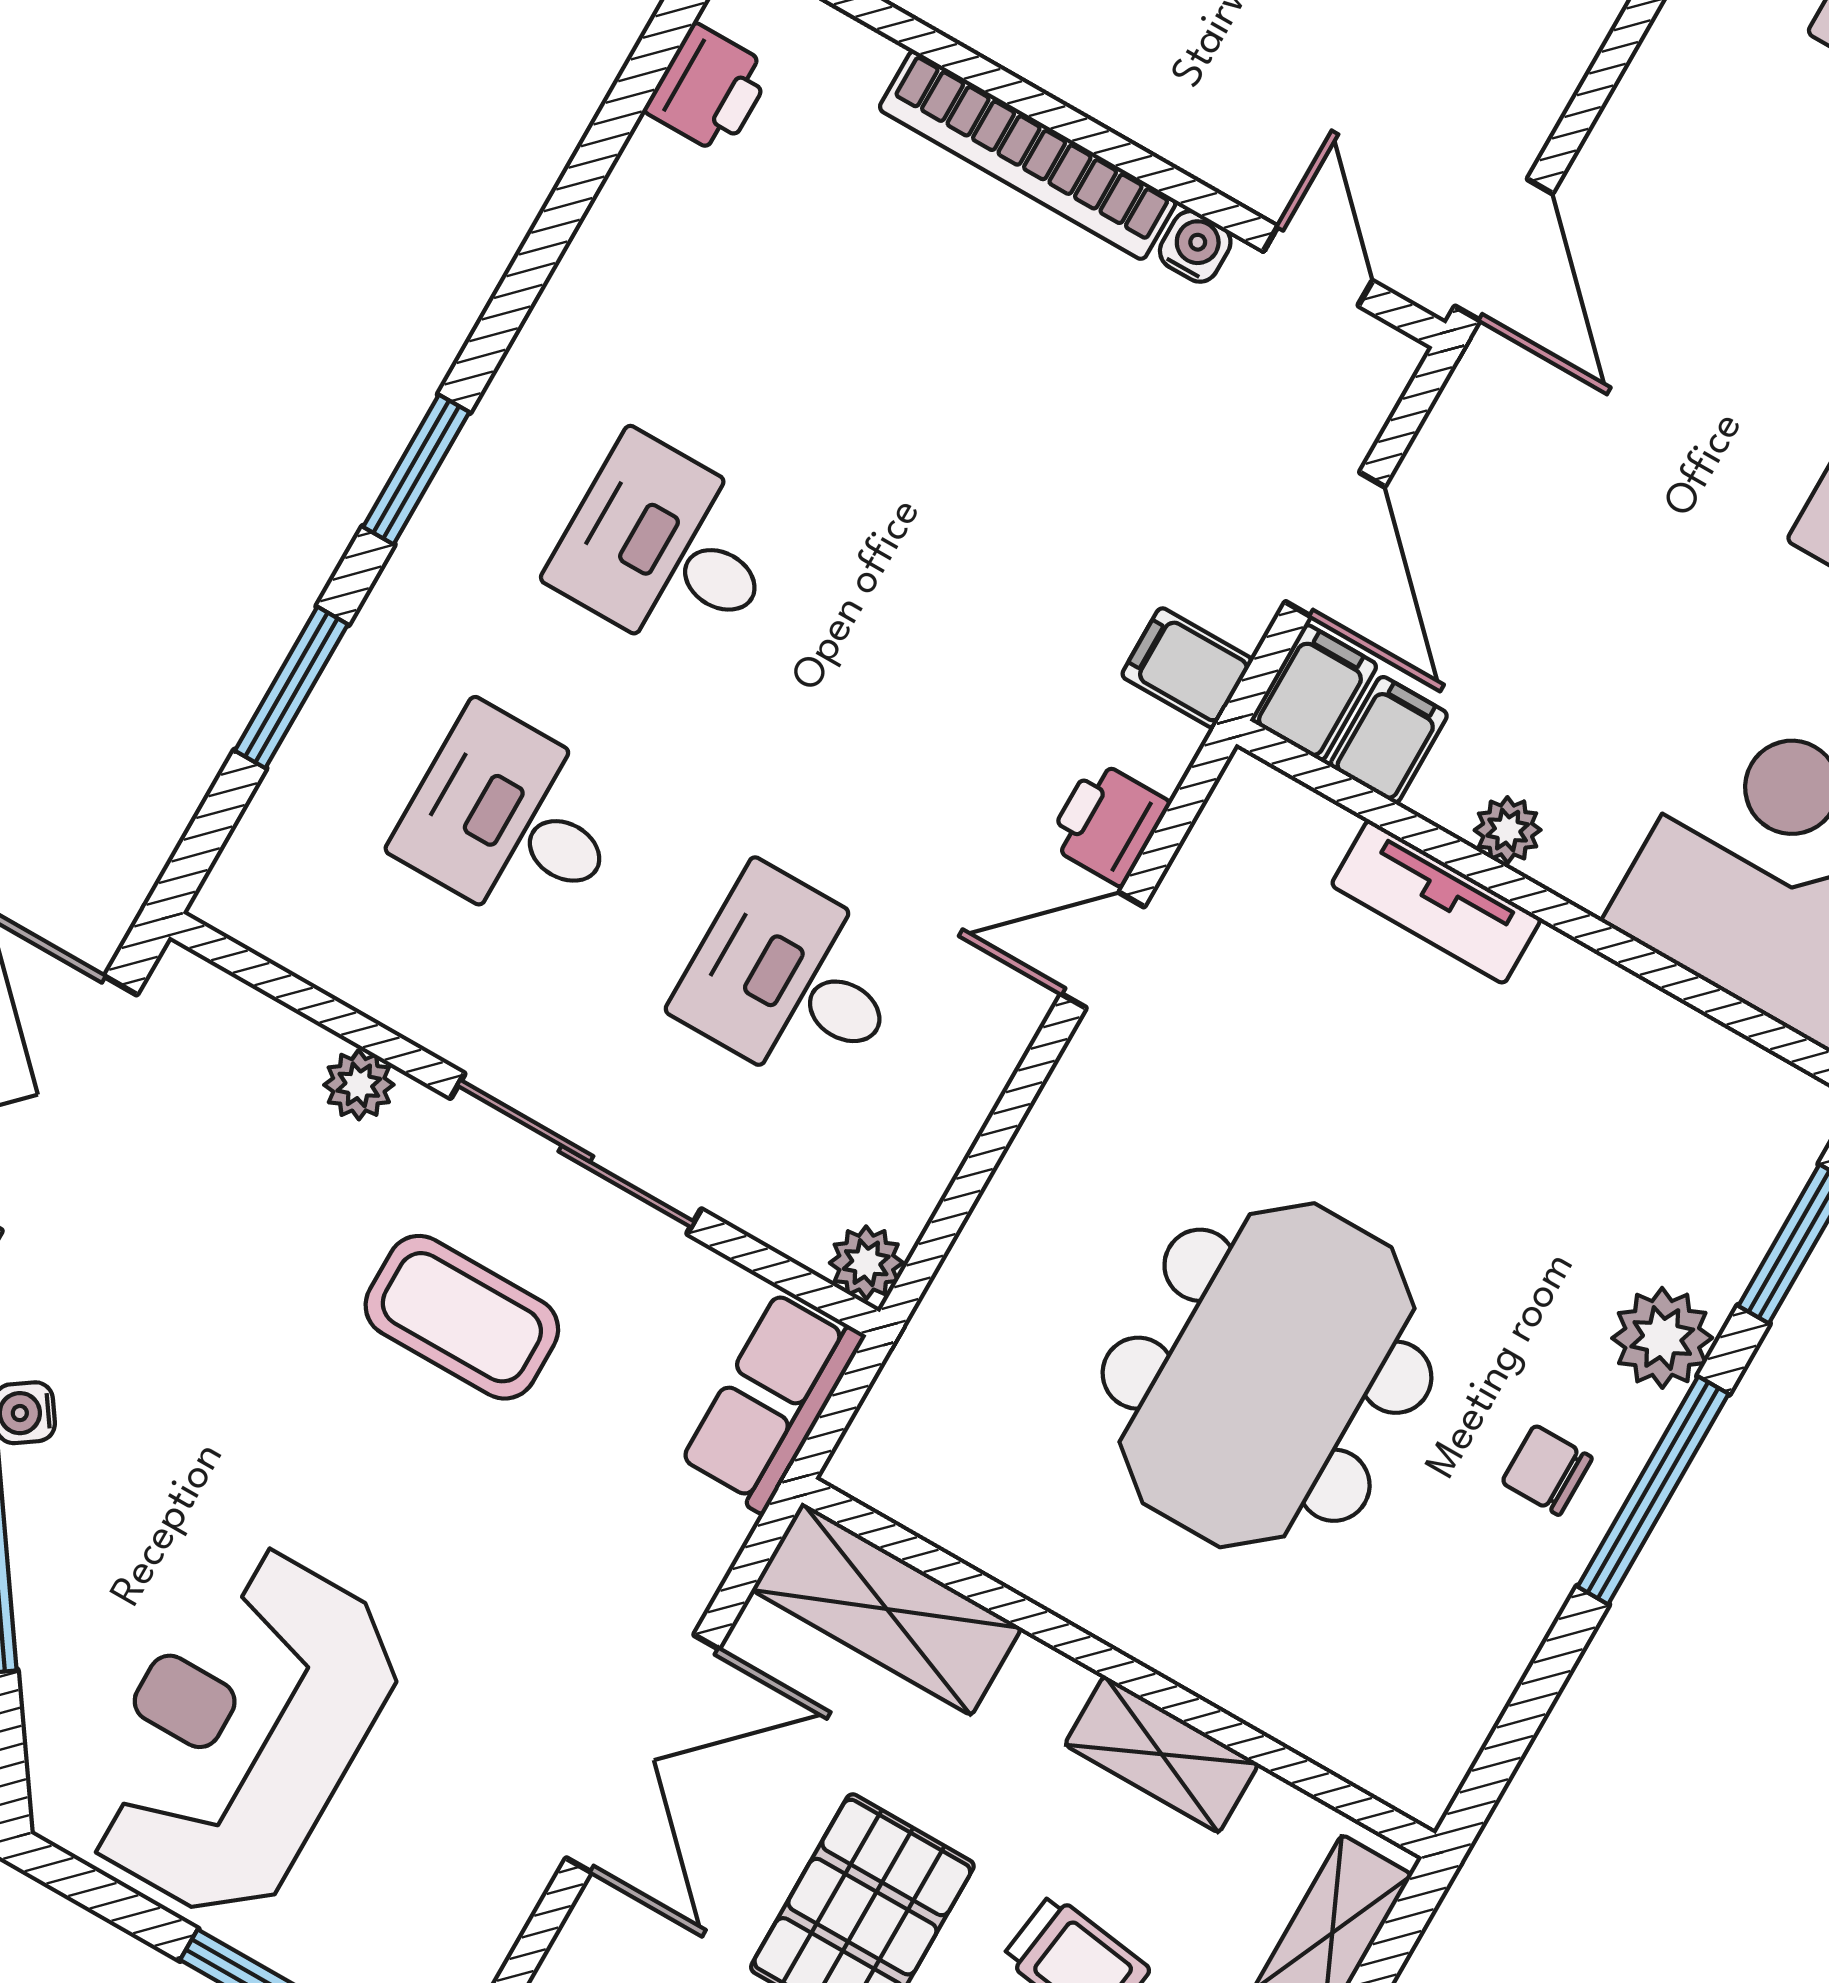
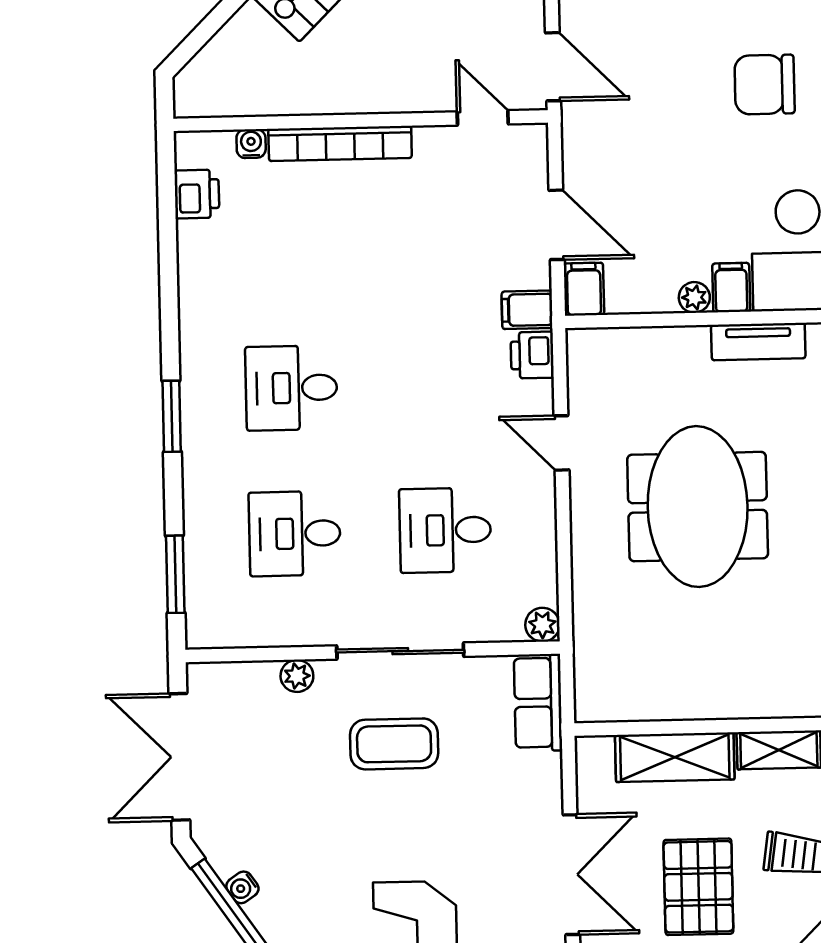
water cooler: (1195, 246) -> (251, 144), moved
window: (291, 687) -> (175, 574), moved
filing cabinet: (1389, 740) -> (731, 288), moved
printer: (1108, 823) -> (532, 355), moved
tv unit: (1436, 902) -> (758, 342), moved
door: (1103, 950) -> (562, 443), hinge flipped
meeting table: (1267, 1375) -> (698, 507), moved
shelving: (887, 1609) -> (675, 757), moved

